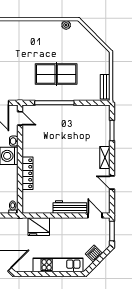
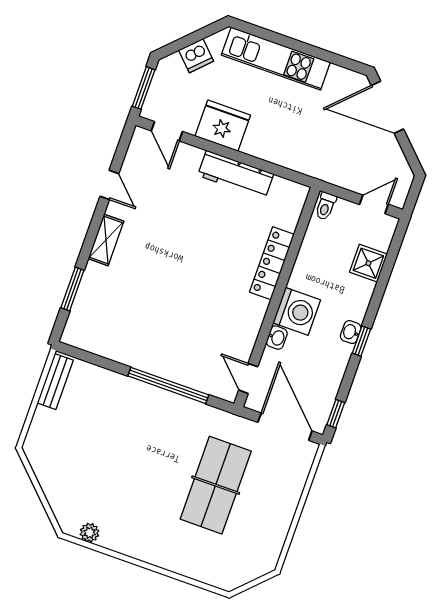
table tennis table: (56, 74) -> (216, 485), moved, turned 90
workbench: (70, 207) -> (236, 175), moved
fridge: (39, 227) -> (223, 126), moved

